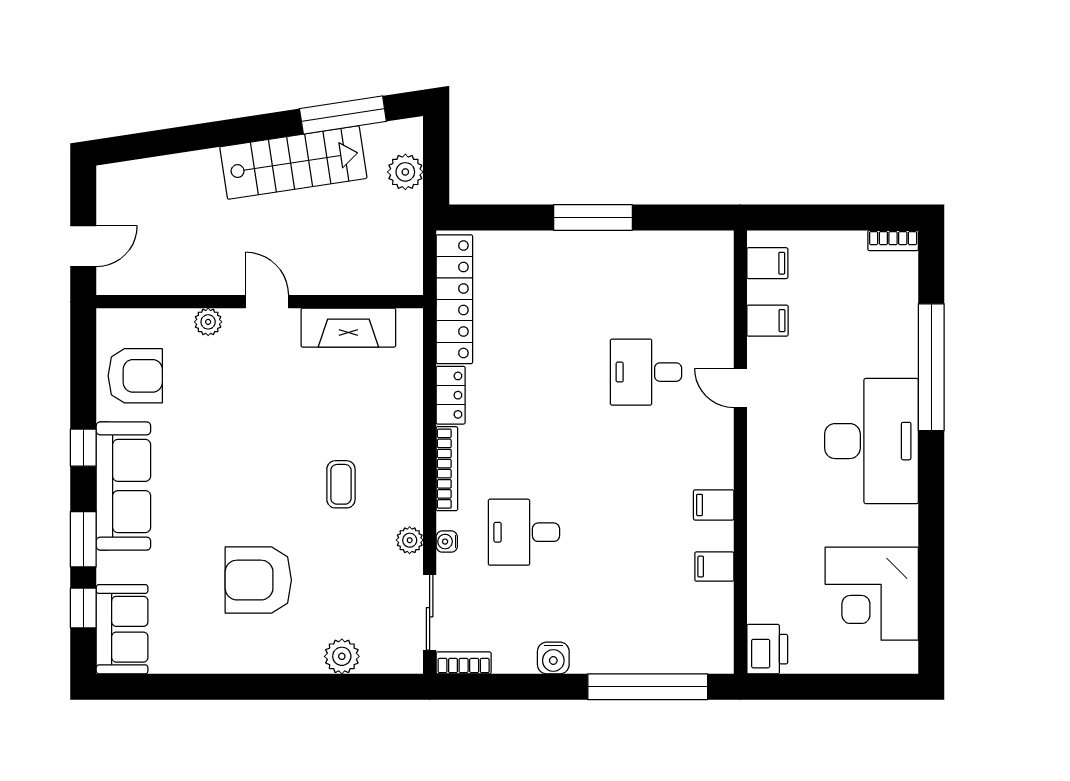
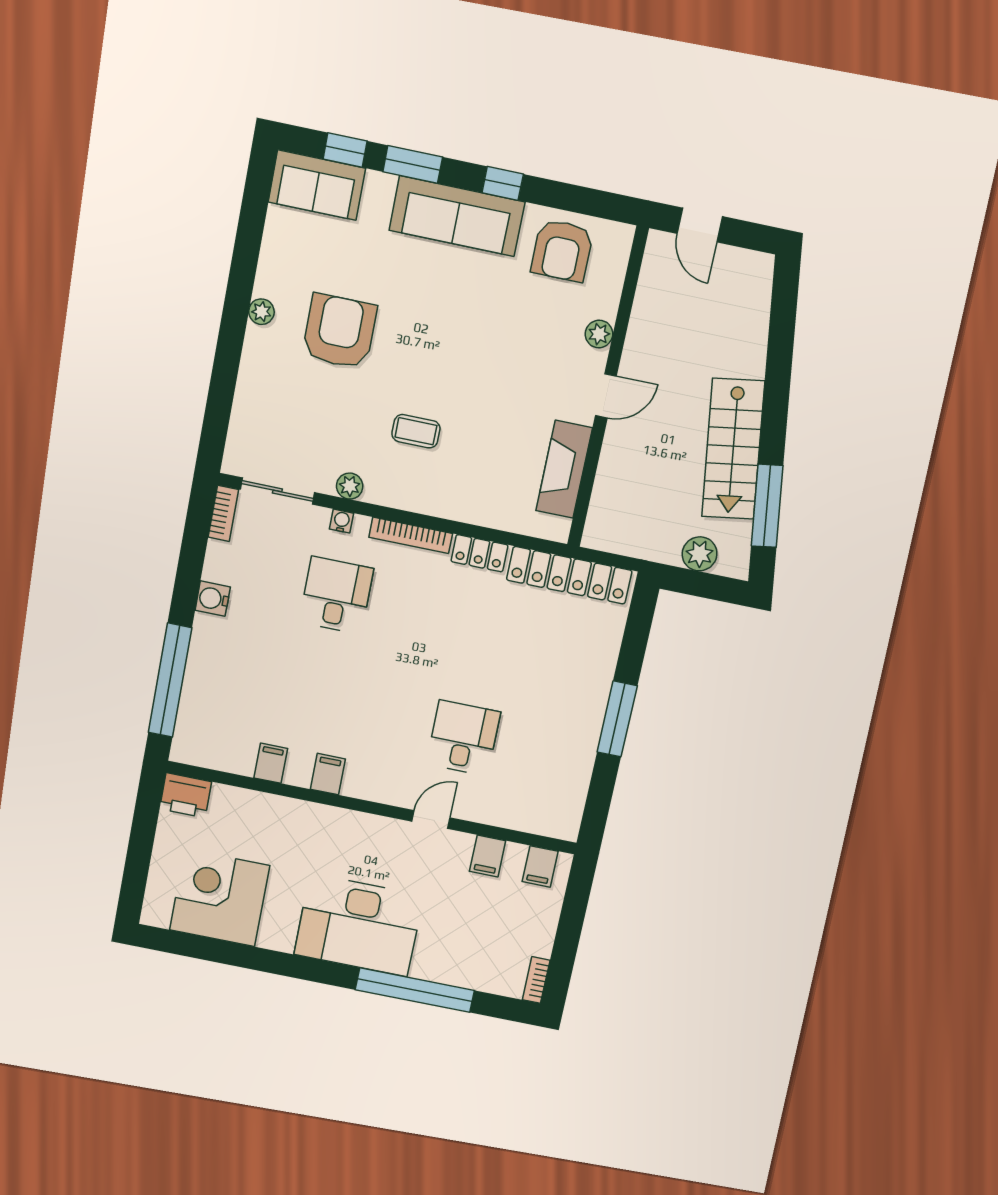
plant: (342, 656) -> (261, 312), moved, width x0.73, depth x0.73

